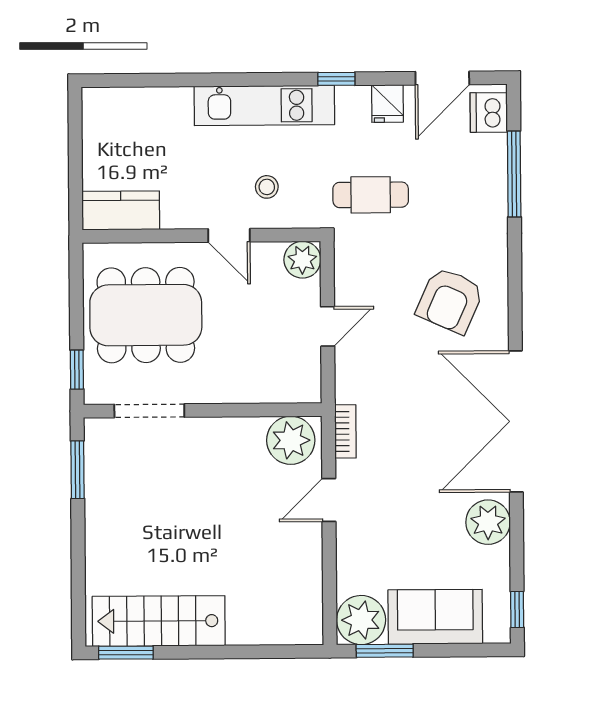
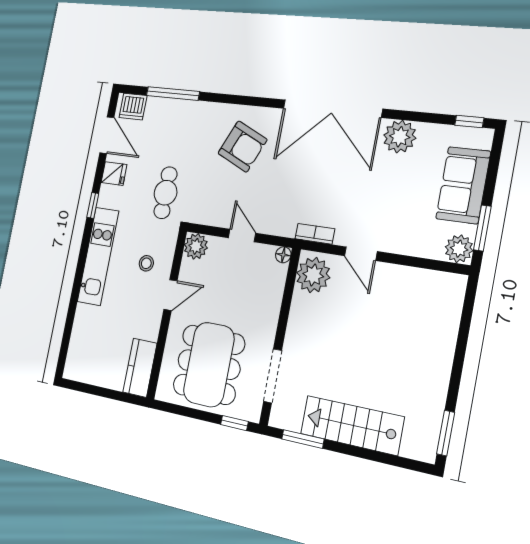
floor lamp: (311, 392) -> (283, 255), added
plant: (361, 620) -> (459, 249), width x0.73, depth x0.73
stairs: (159, 621) -> (352, 425), moved, turned 90

